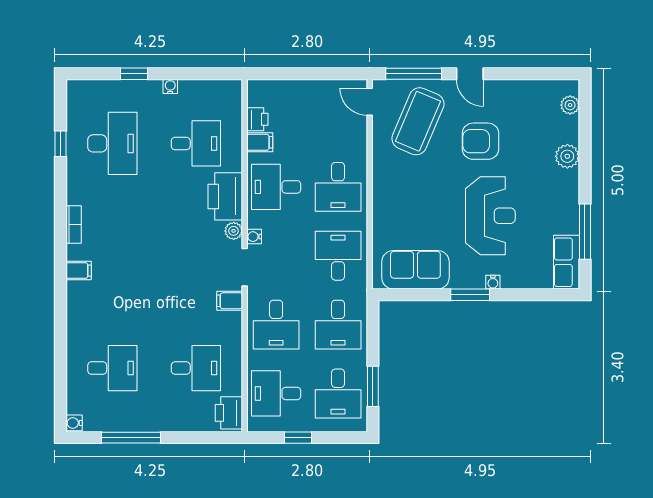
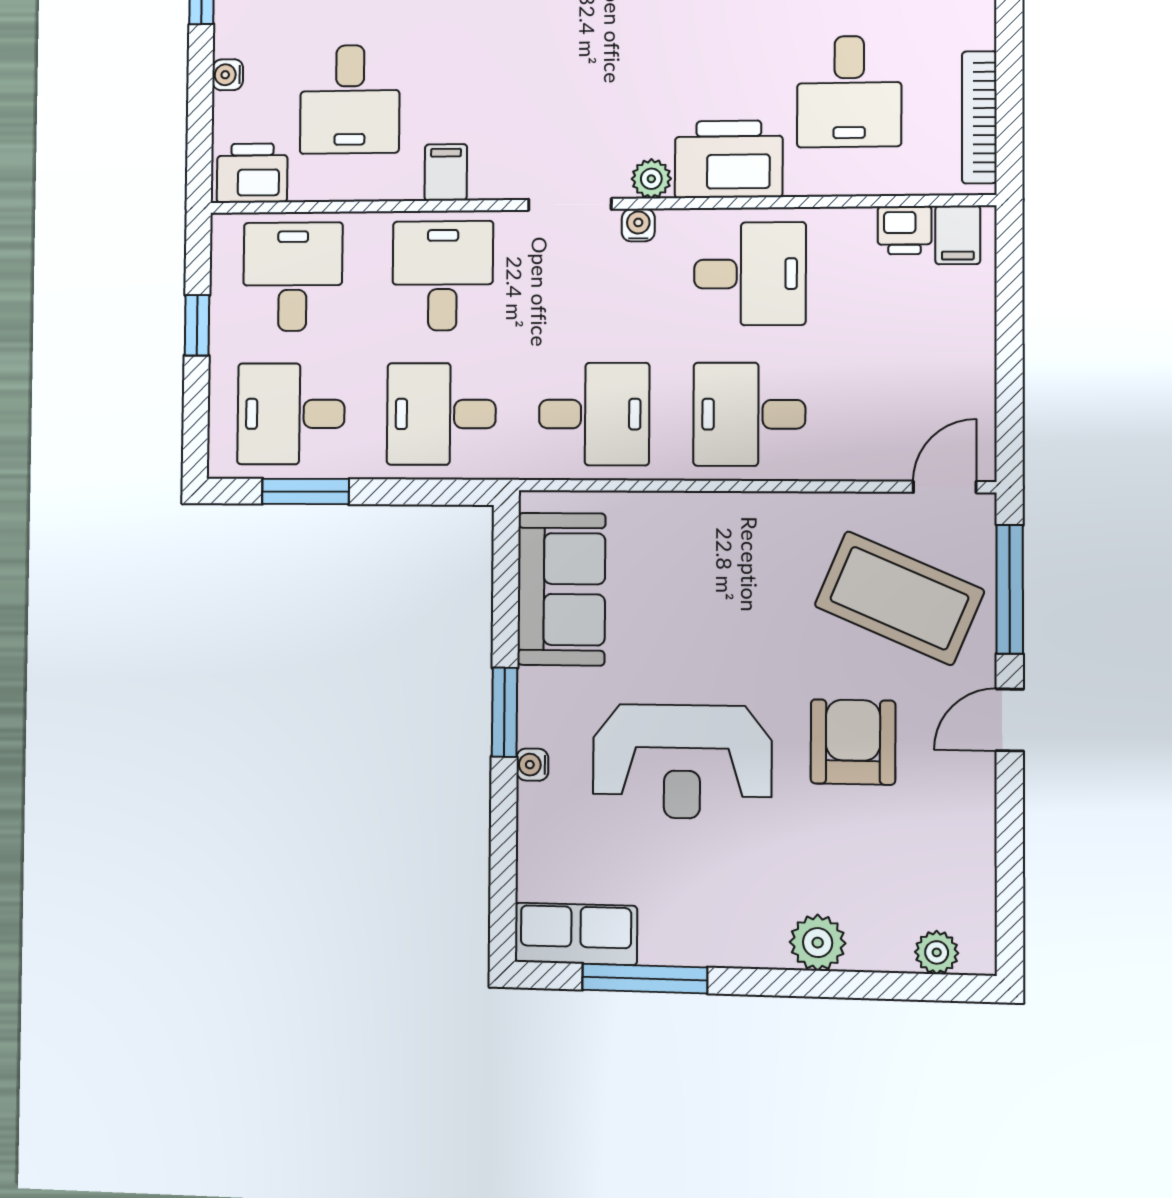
water cooler: (170, 87) -> (228, 75), moved, turned 180
bookcase: (208, 87) -> (979, 117), added
filing cabinet: (260, 142) -> (958, 235), moved
desk: (276, 187) -> (750, 274), turned 90
filing cabinet: (230, 301) -> (446, 172), moved
desk: (276, 325) -> (443, 276), turned 90

